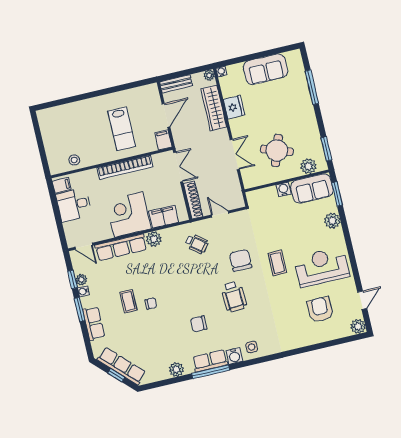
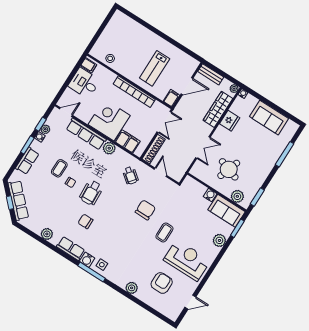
door: (84, 246) -> (66, 112), swing flipped
wheelchair: (234, 297) -> (91, 193), moved
plant: (358, 326) -> (132, 288), moved
window: (211, 372) -> (92, 272), moved

